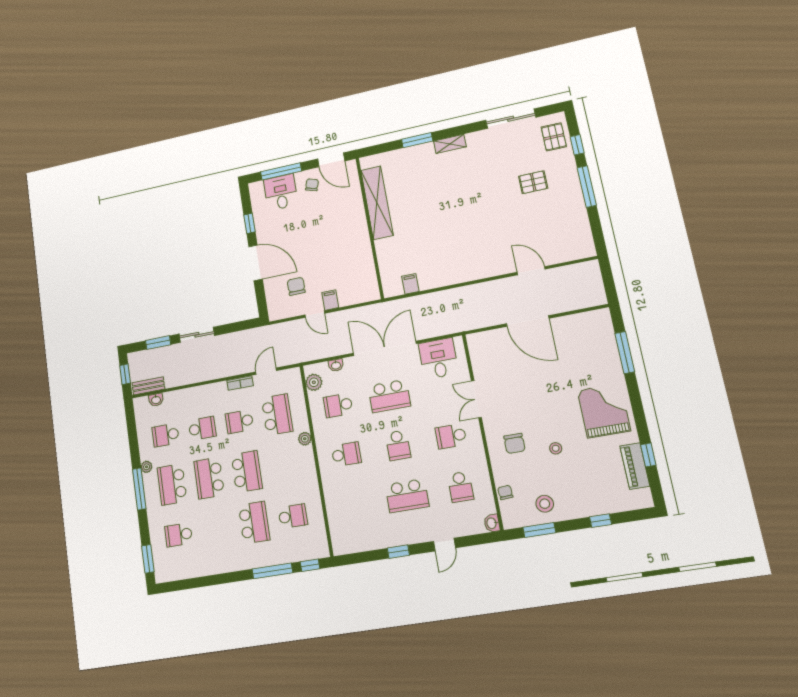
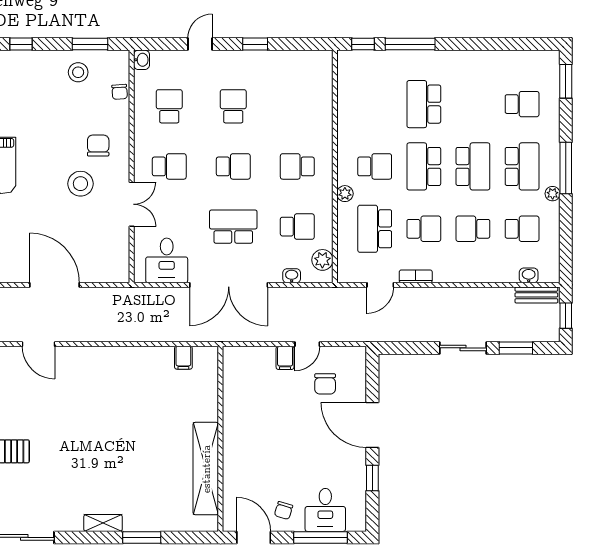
door: (315, 314) -> (307, 344), swing flipped
school desk: (398, 445) -> (233, 166), turned 90
stool: (556, 448) -> (80, 184), moved, width x1.89, depth x1.89
school desk: (407, 496) -> (233, 106), width x0.54
school desk: (293, 516) -> (375, 166), moved, turned 180

